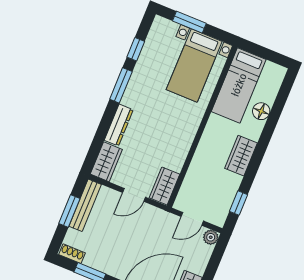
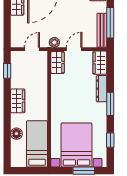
bed with nightstands: (194, 66) -> (76, 145), width x1.36
window: (121, 85) -> (110, 104), moved
window: (69, 211) -> (110, 23), width x1.44
plant: (211, 237) -> (54, 42), moved

